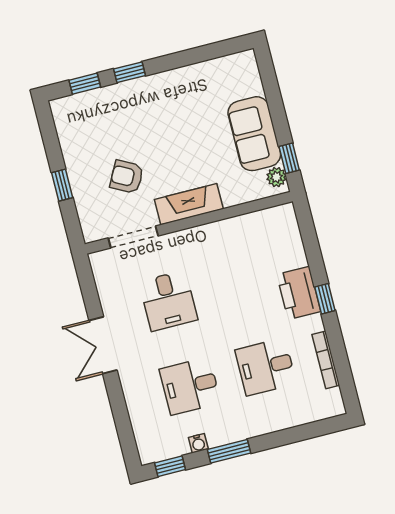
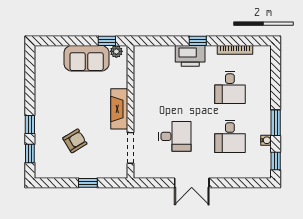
armchair: (127, 177) -> (75, 141), moved, turned -149

